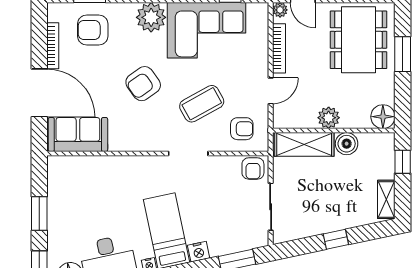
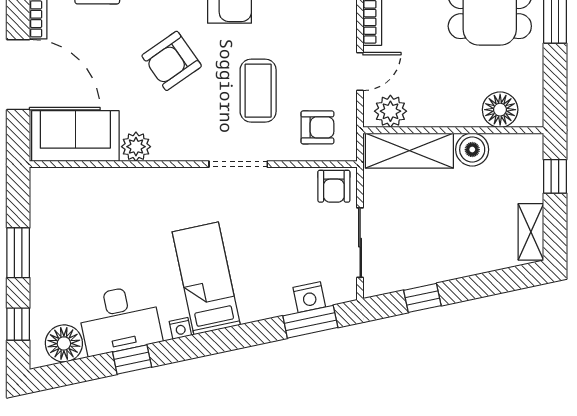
coffee table: (202, 104) -> (258, 91), turned -61
floor lamp: (383, 117) -> (500, 110), moved
plant: (329, 118) -> (390, 111), moved
plant: (119, 142) -> (136, 147), added
window: (336, 239) -> (422, 298), moved
nightstand: (199, 252) -> (309, 297), moved

